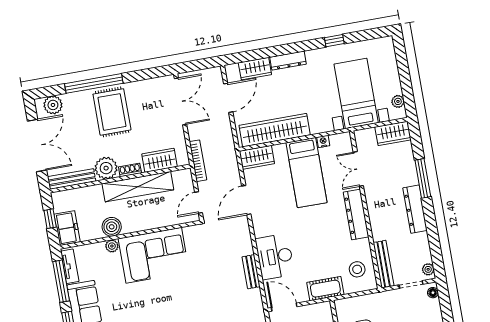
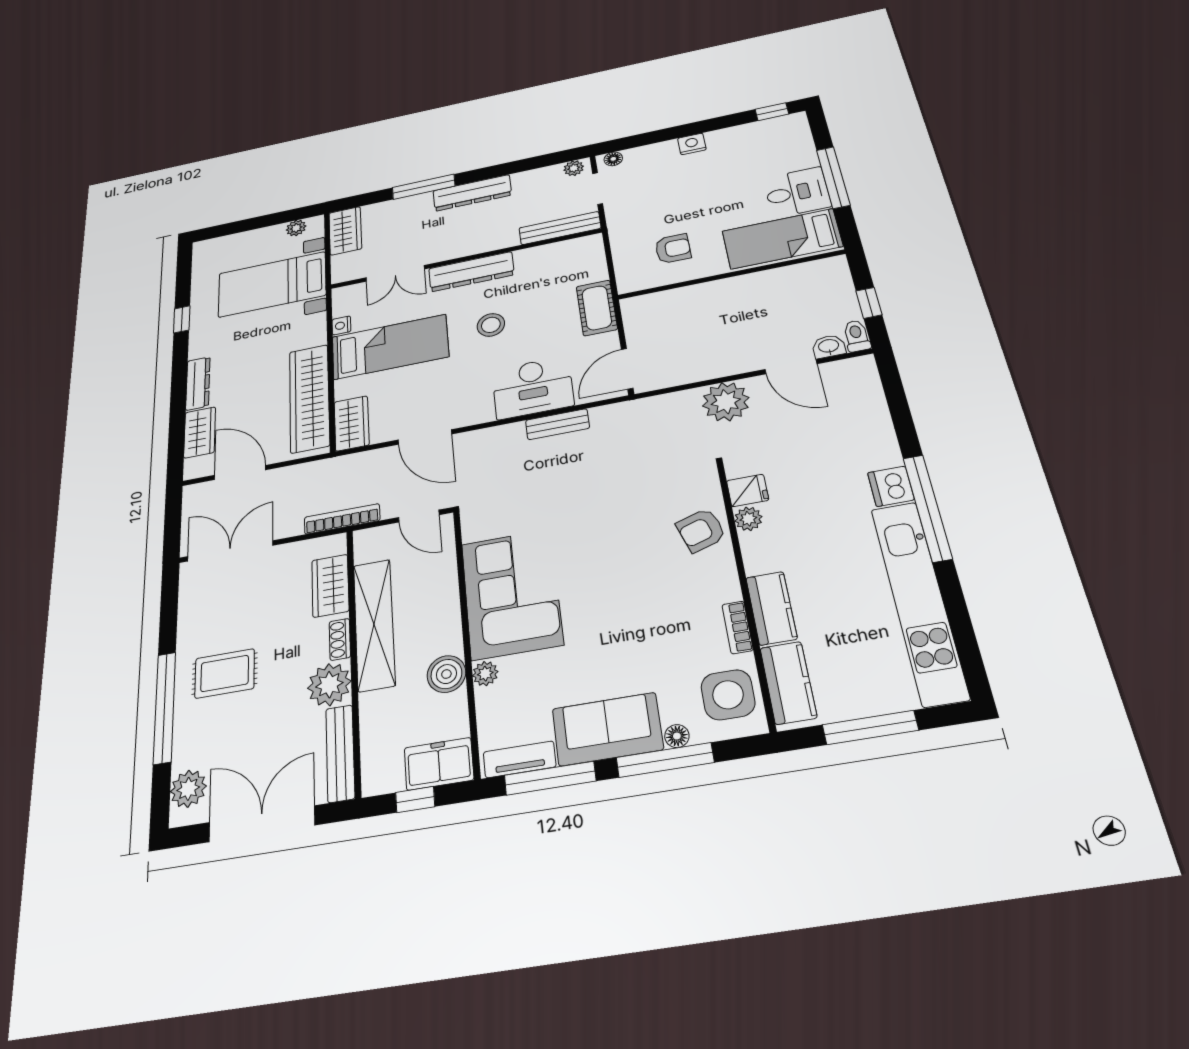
rug: (112, 112) -> (225, 673), width x0.73, depth x0.70
stool: (357, 269) -> (491, 325), moved

